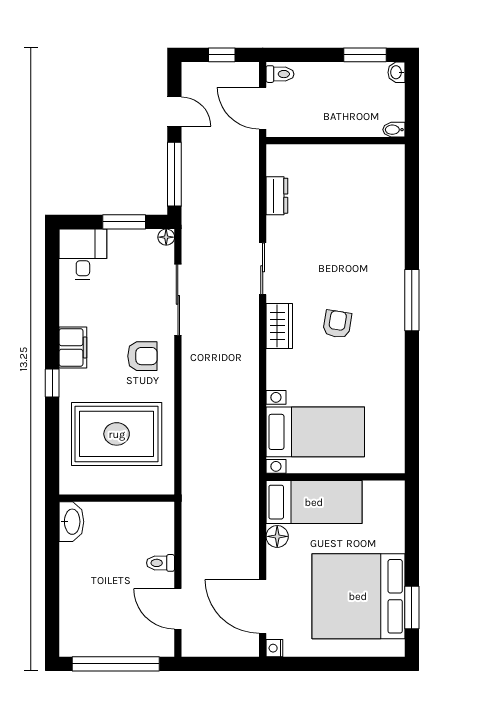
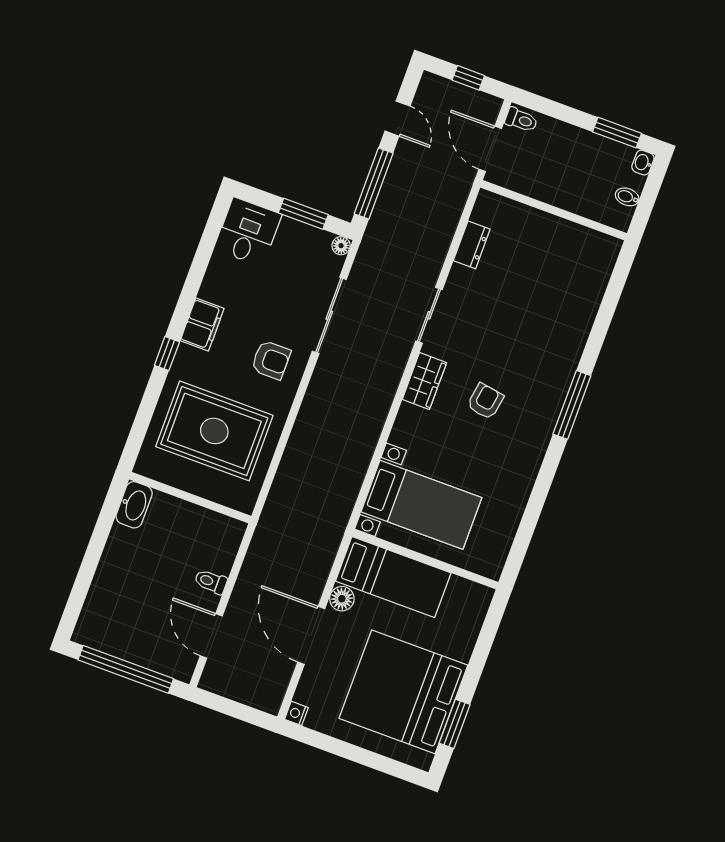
bidet: (394, 130) -> (627, 197), moved
door: (263, 606) -> (311, 635), moved

